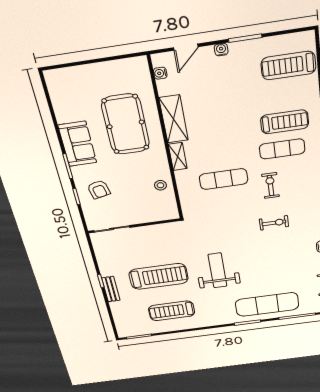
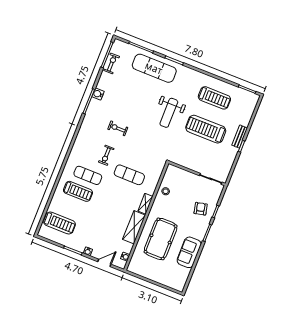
treadmill: (285, 122) -> (78, 191), turned 180
sofa: (77, 144) -> (189, 252), moved

